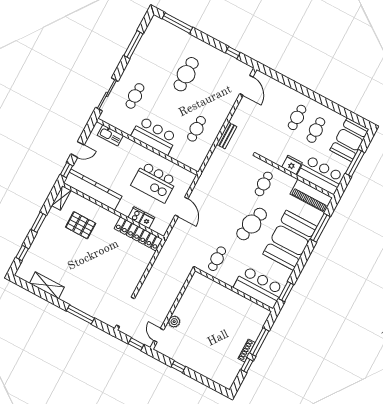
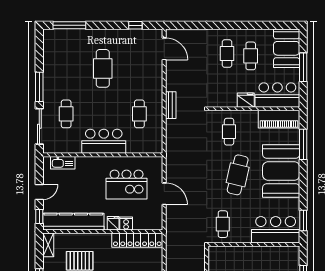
window: (133, 45) -> (39, 87), moved
fridge: (147, 220) -> (113, 223), moved

